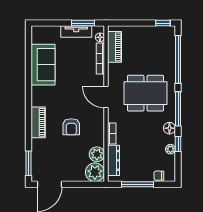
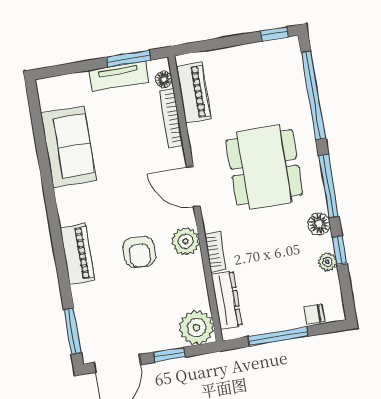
dining table: (145, 93) -> (264, 167), turned 90
plant: (97, 154) -> (185, 241), moved
window: (78, 184) -> (169, 355), added

